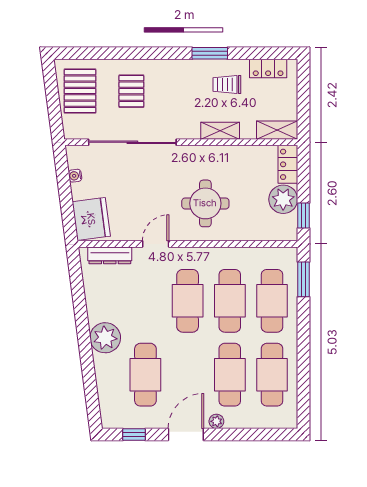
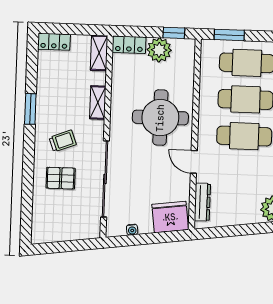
locker: (268, 69) -> (54, 42), moved, turned 90
trolley: (227, 85) -> (63, 141), moved, turned -111
pallet: (80, 91) -> (59, 223), removed
round table: (205, 203) -> (160, 118), width x1.36, depth x1.36

